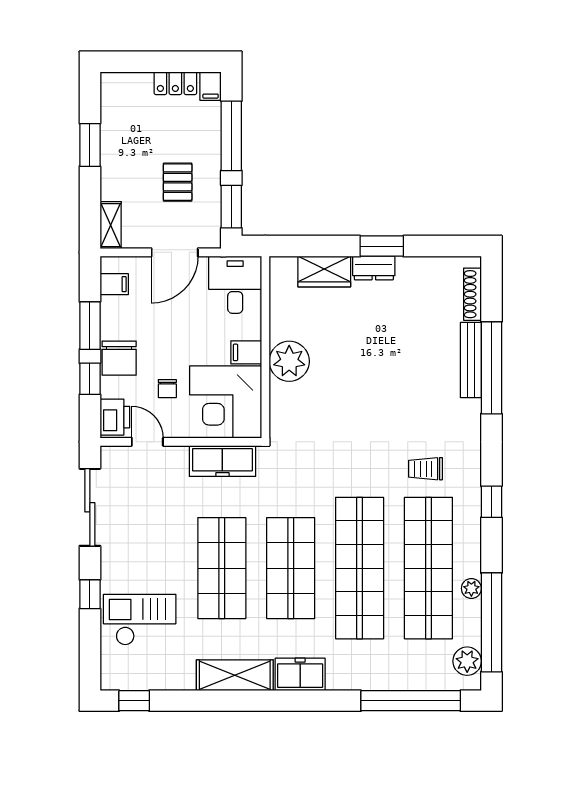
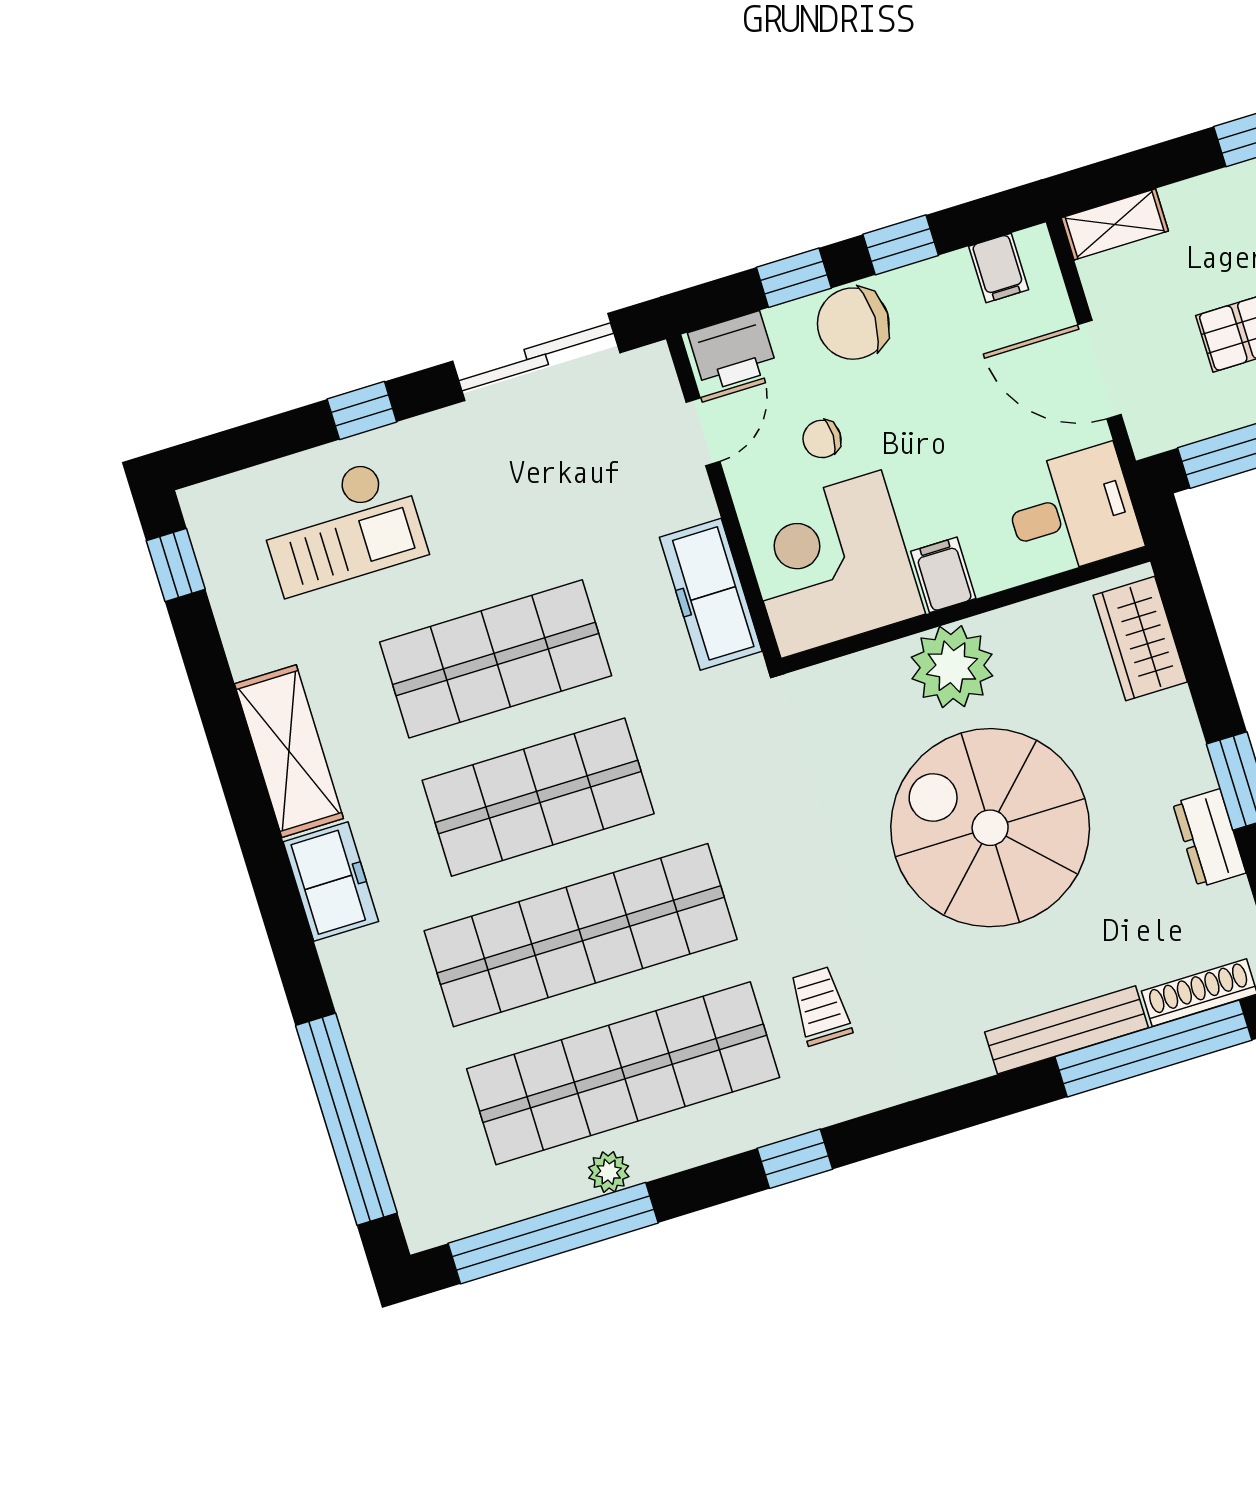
dresser: (374, 268) -> (1209, 838), moved
wardrobe: (324, 272) -> (1140, 639), moved
window: (90, 326) -> (901, 245), width x0.67
spiral stairs: (368, 366) -> (990, 828), added
window: (491, 368) -> (1153, 1048), moved
checkout: (140, 620) -> (341, 526), turned 90
plant: (467, 661) -> (460, 1208), removed

